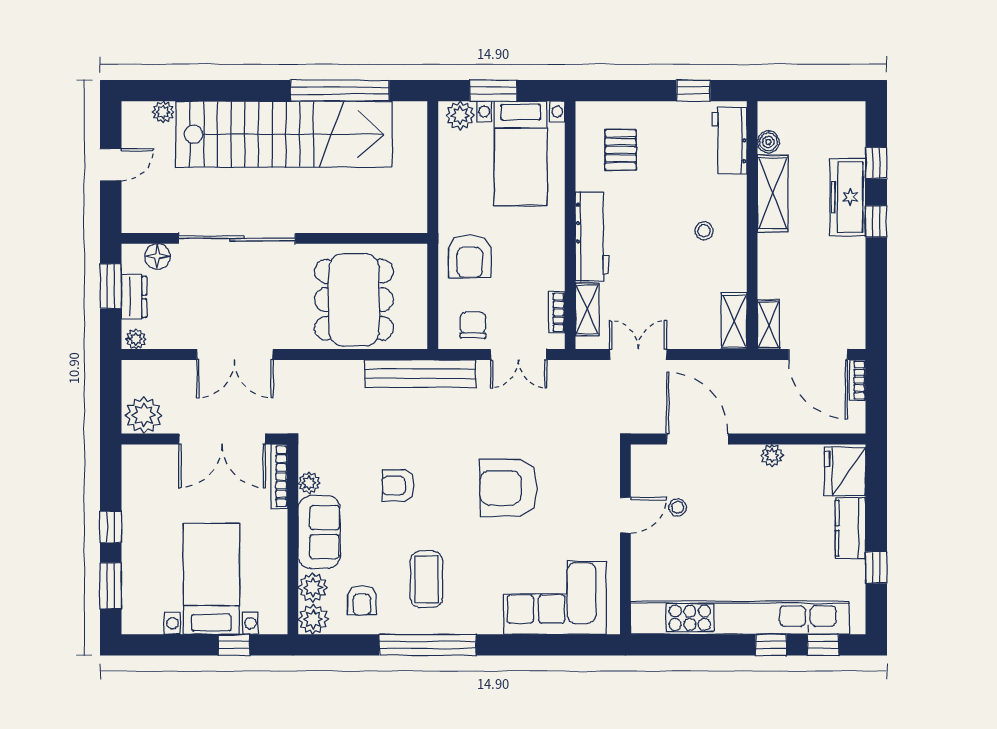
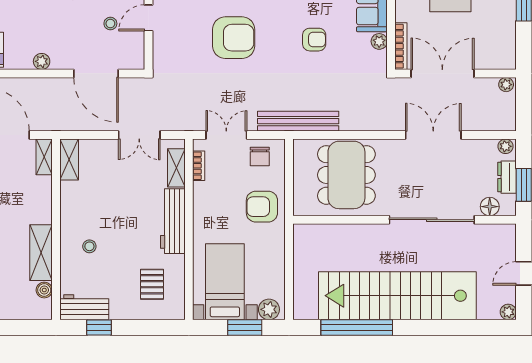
plant: (163, 112) -> (508, 312), moved
workbench: (730, 141) -> (84, 307), moved, turned -90
stool: (704, 231) -> (89, 246), moved
armchair: (470, 256) -> (262, 207), turned -90
plant: (144, 415) -> (506, 85), width x0.53, depth x0.53

